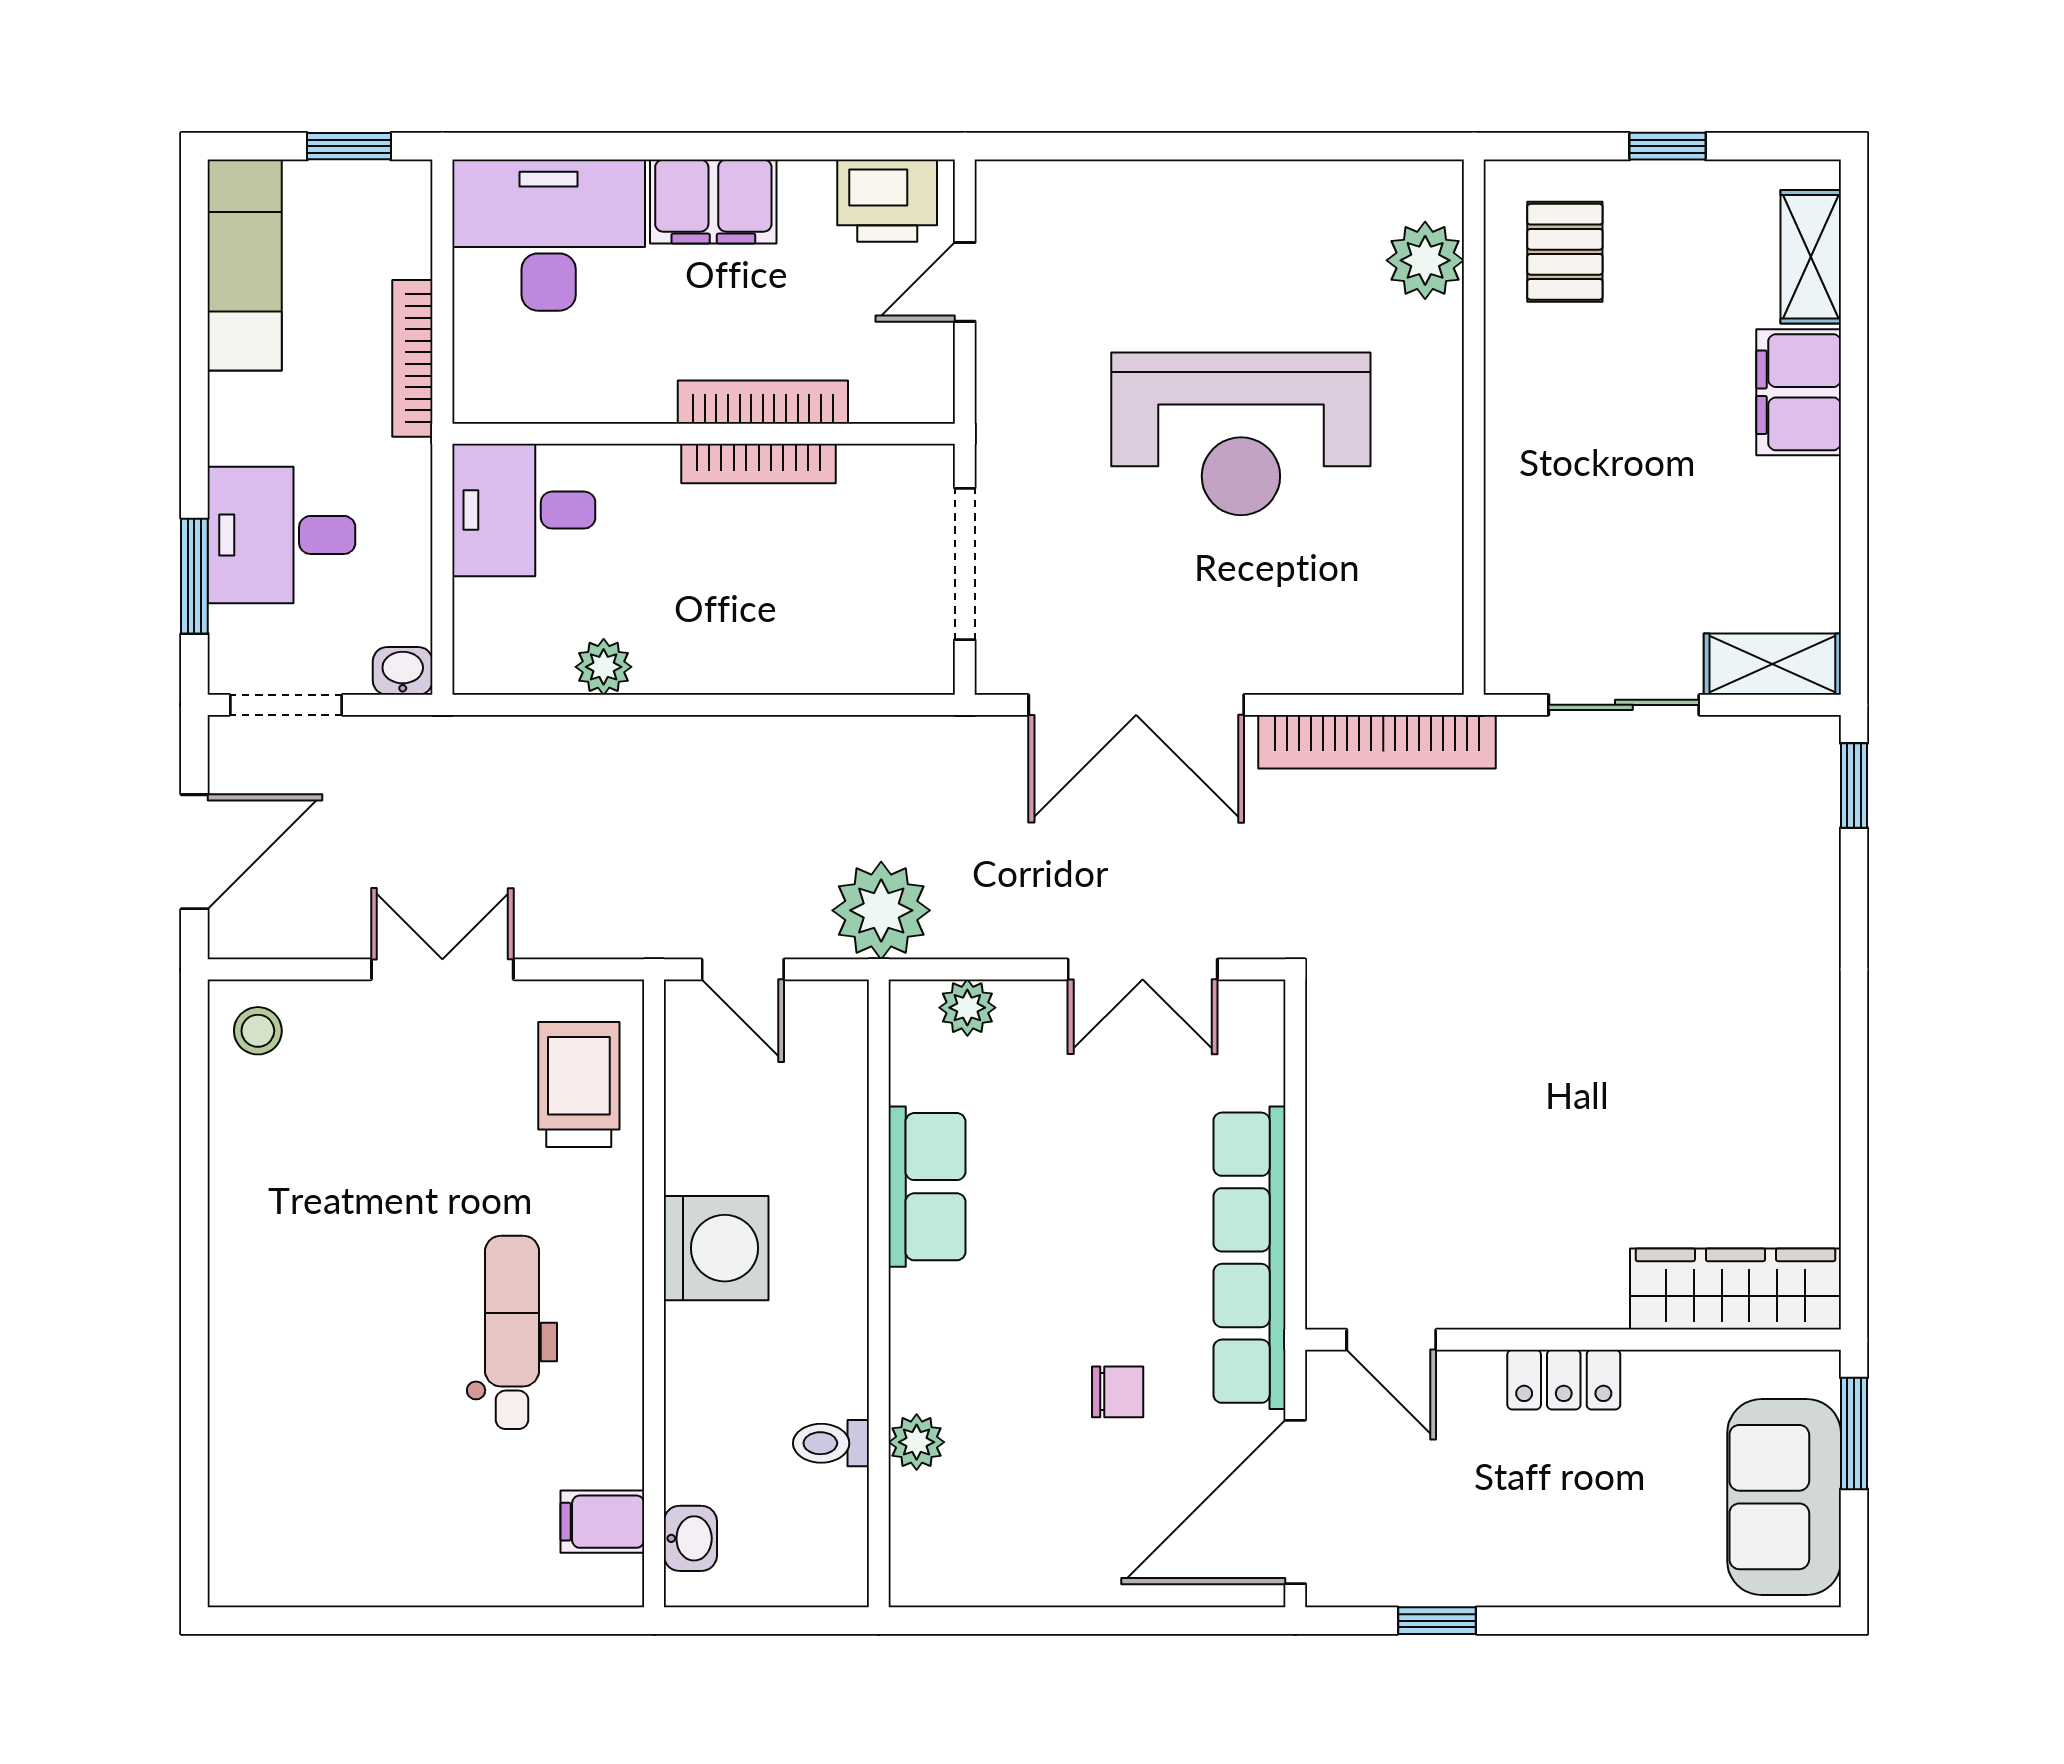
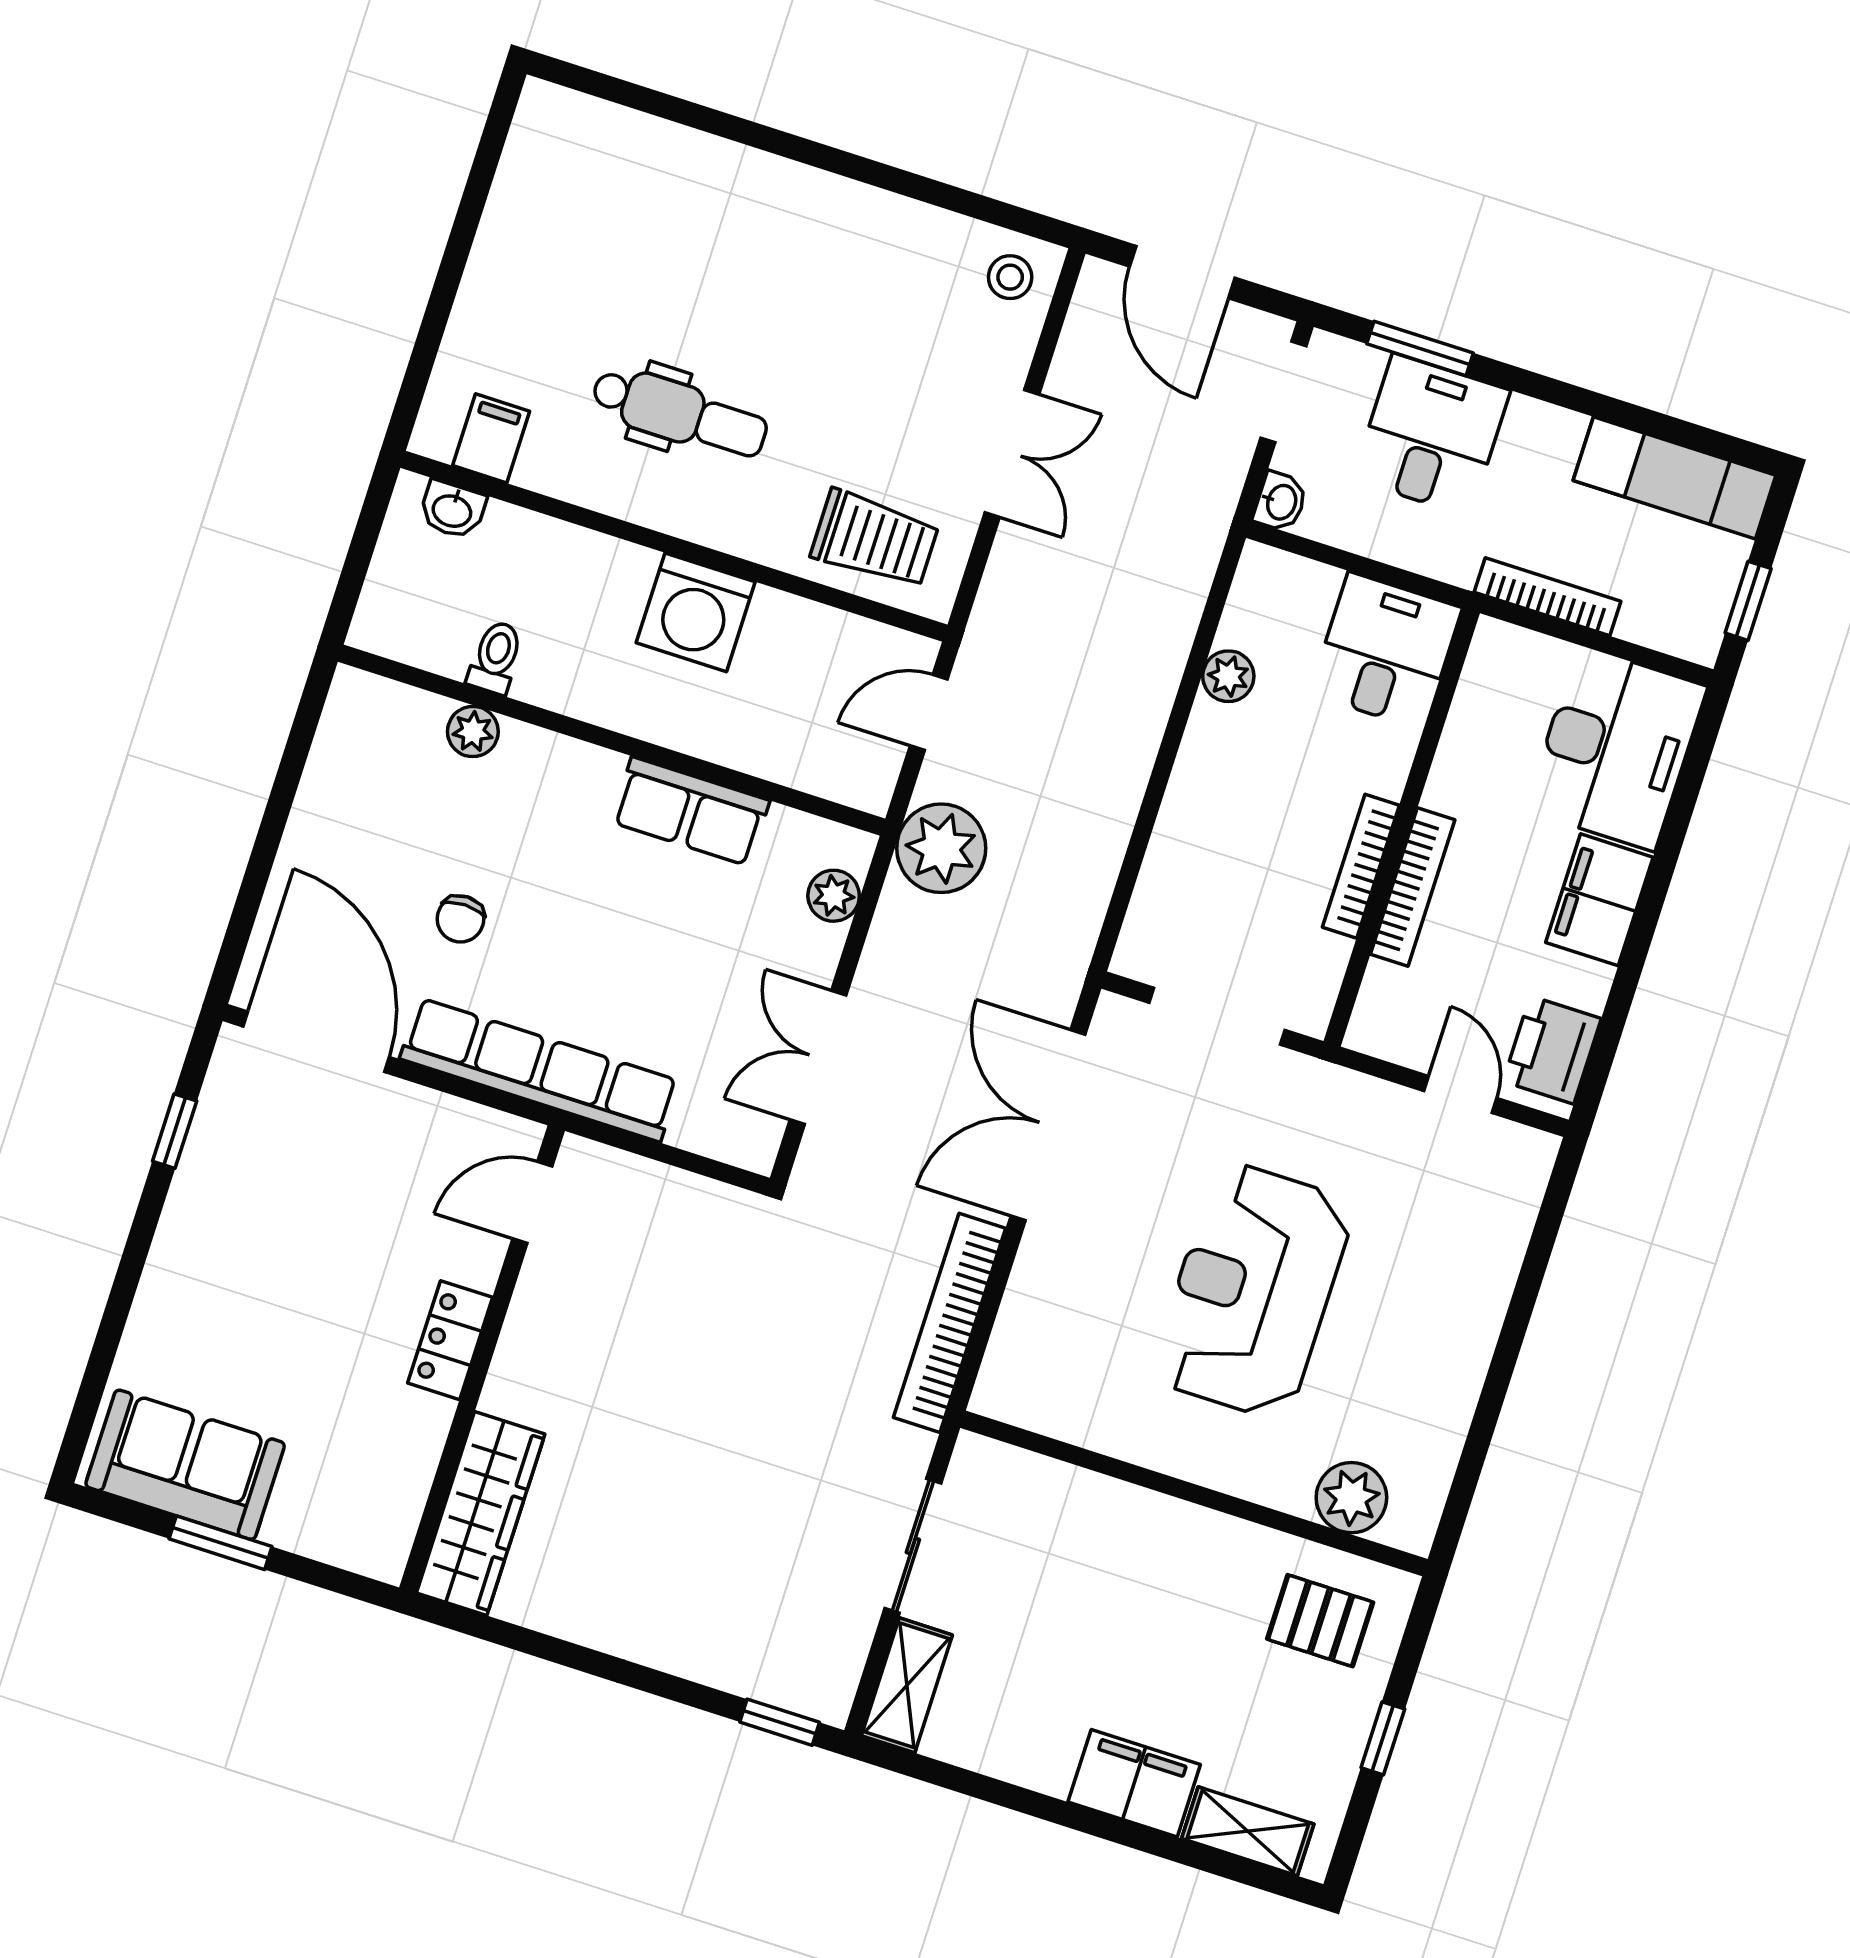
wardrobe: (1736, 1289) -> (481, 1513), moved
door: (1391, 1340) -> (532, 1202), moved
wall: (1573, 1340) -> (482, 1359), moved
locker: (1564, 1380) -> (450, 1340), moved

